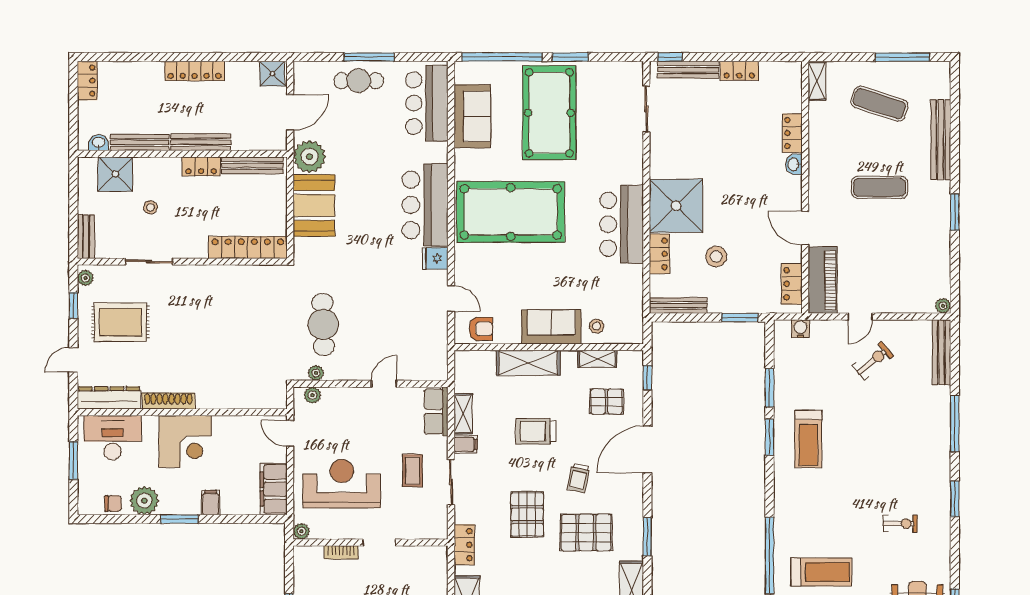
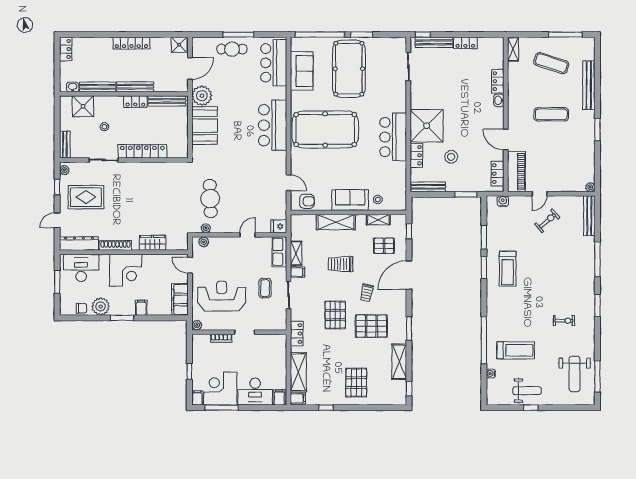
locker: (248, 247) -> (142, 151), moved
fridge: (435, 258) -> (279, 226), moved
wardrobe: (229, 397) -> (153, 243), added

